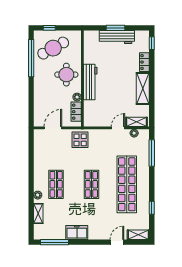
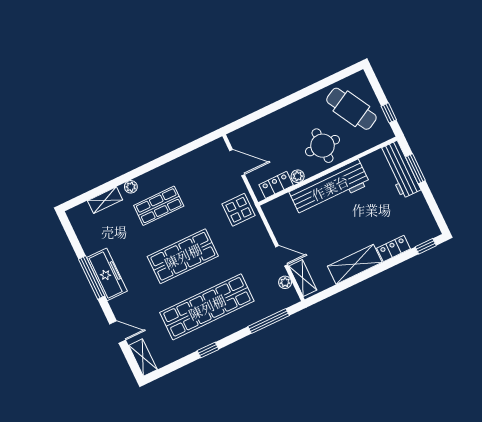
window: (49, 28) -> (389, 113), moved
window: (116, 28) -> (415, 169), moved
workbench: (117, 37) -> (400, 169), moved
window: (31, 58) -> (322, 84), removed
workbench: (90, 82) -> (330, 188), width x1.36, depth x1.32
shop shelf: (91, 184) -> (183, 256), width x1.43, depth x1.36
window: (152, 208) -> (208, 350), moved
freezer: (77, 233) -> (107, 274), width x1.40
window: (54, 242) -> (92, 278), moved

